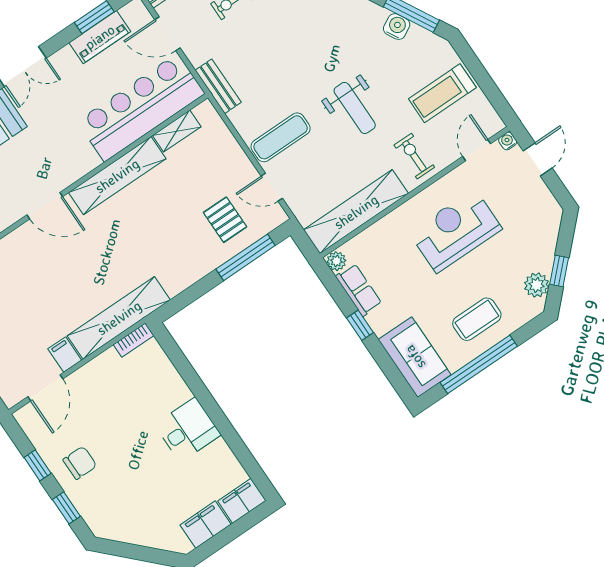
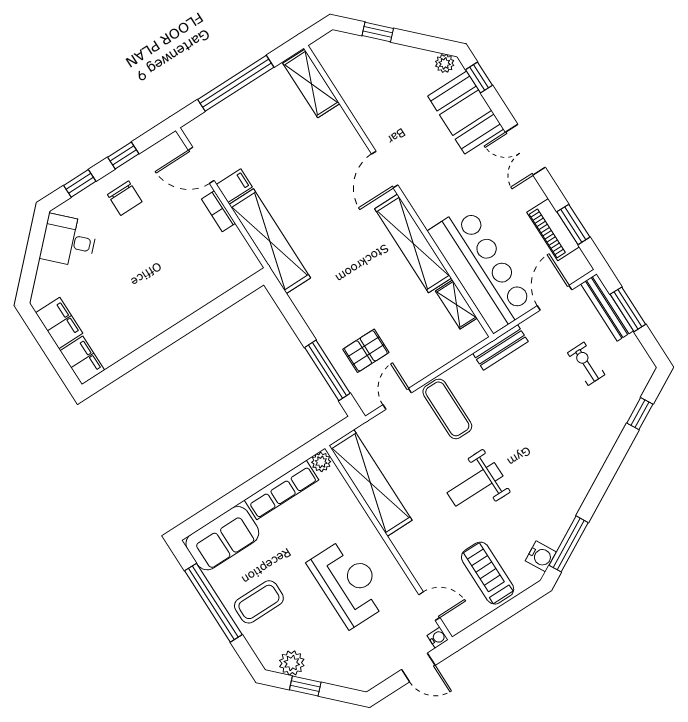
water cooler: (397, 27) -> (541, 556), moved
exercise bike: (414, 156) -> (425, 543), removed
row of seats: (359, 290) -> (282, 490), width x1.48
coffee table: (477, 319) -> (259, 602), turned 90
window: (360, 325) -> (256, 484), removed
bookcase: (134, 340) -> (219, 211), moved
desk: (188, 430) -> (69, 241), moved, turned 135

